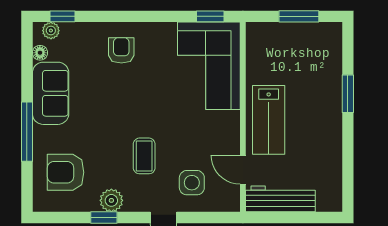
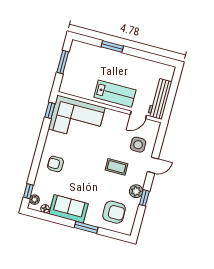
window: (27, 132) -> (86, 227), width x0.69
armchair: (66, 172) -> (114, 212), turned -90

